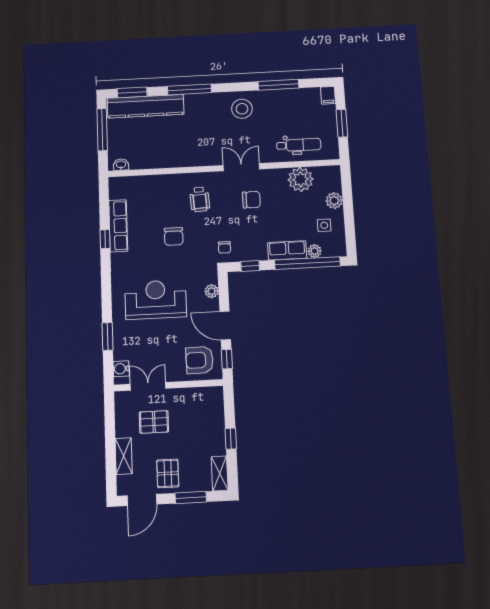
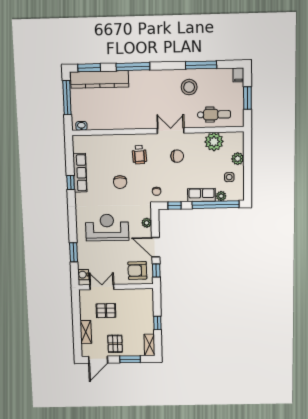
stool: (242, 109) -> (189, 87), moved

